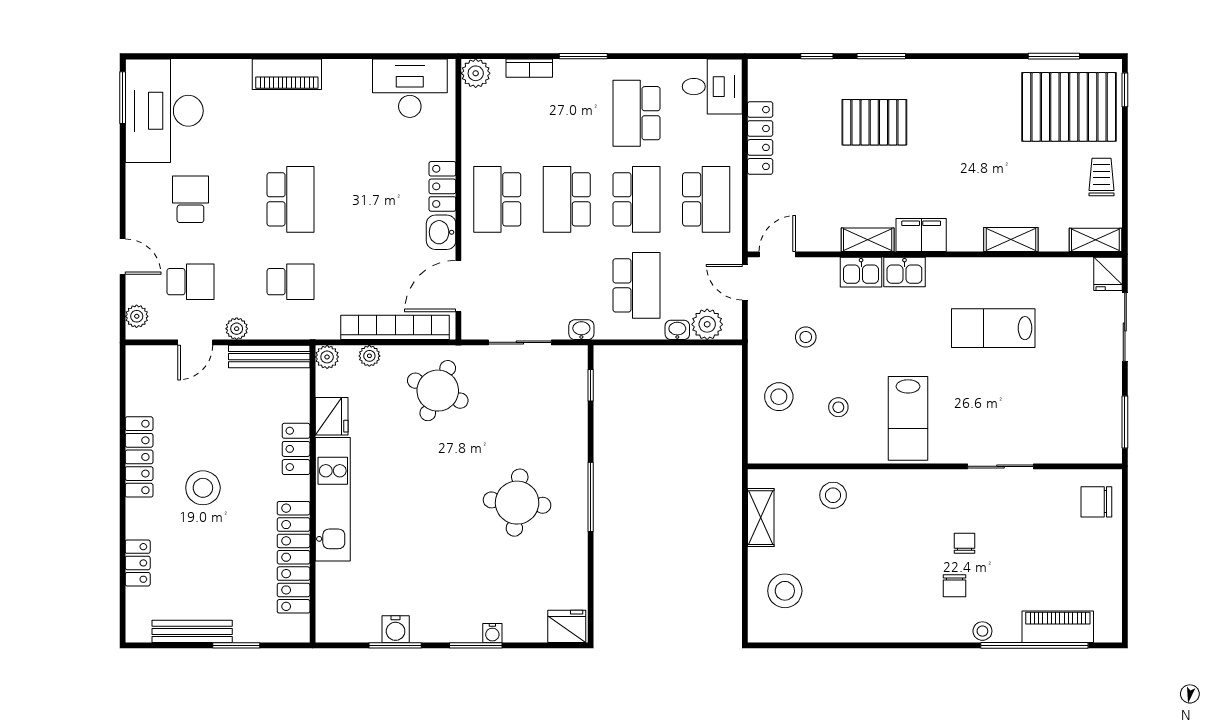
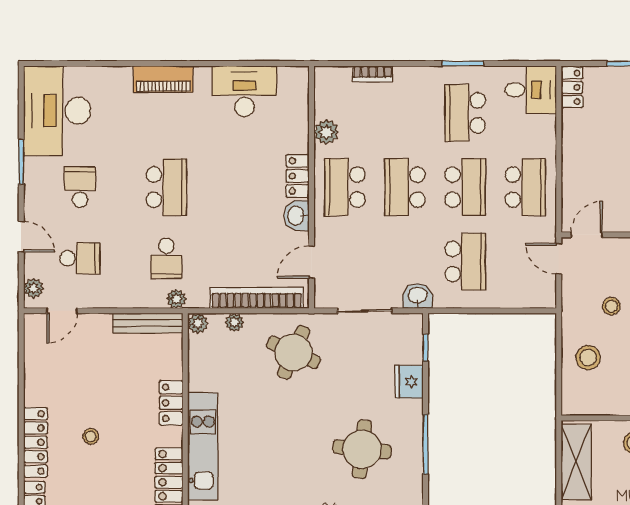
window: (583, 56) -> (463, 64), moved
plant: (476, 73) -> (326, 132), moved
desk: (410, 88) -> (244, 91), moved
window: (123, 98) -> (21, 162), moved
locker: (760, 138) -> (572, 87), moved, width x0.66
school desk: (291, 282) -> (166, 258), turned 90
door: (458, 286) -> (311, 262), width x0.73
plant: (707, 324) -> (526, 295), removed
plant: (237, 329) -> (176, 299), moved
washbasin: (581, 330) -> (418, 296), width x1.38, depth x1.45
washbasin: (677, 330) -> (500, 300), removed
door: (195, 342) -> (62, 311), moved
fridge: (332, 416) -> (409, 382), moved, turned 180
locker: (139, 457) -> (36, 442), moved
stool: (203, 488) -> (91, 436), width x0.53, depth x0.53
shelving: (761, 518) -> (576, 462), width x1.50, depth x1.33

